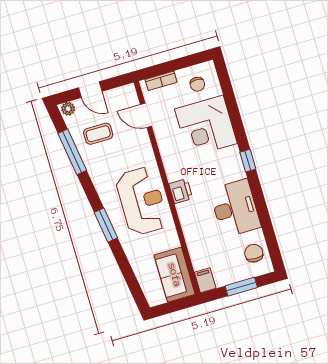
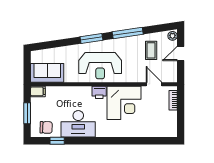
chair: (197, 84) -> (164, 123), removed
door: (146, 115) -> (154, 84), hinge flipped
corner desk: (206, 126) -> (124, 103), moved, turned 180
window: (72, 152) -> (128, 33), moved
window: (248, 161) -> (57, 141), moved

